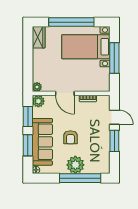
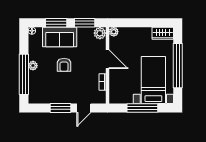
door: (65, 93) -> (107, 59), swing flipped
armchair: (70, 137) -> (64, 65), turned -90
sofa: (42, 142) -> (60, 37), width x0.73
plant: (75, 165) -> (33, 66), width x0.53, depth x0.53

